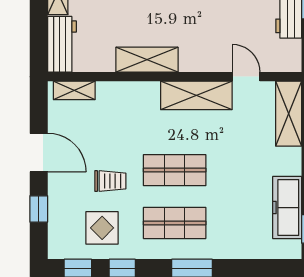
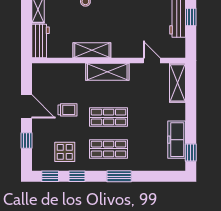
shelving: (74, 90) -> (48, 69), removed
shelving: (196, 95) -> (107, 72), moved
trolley: (110, 181) -> (67, 110), moved

